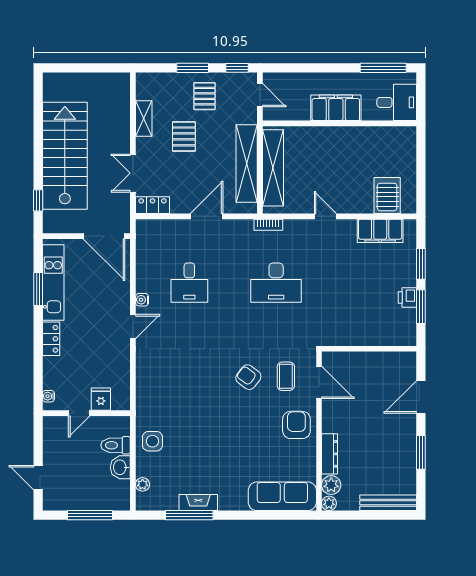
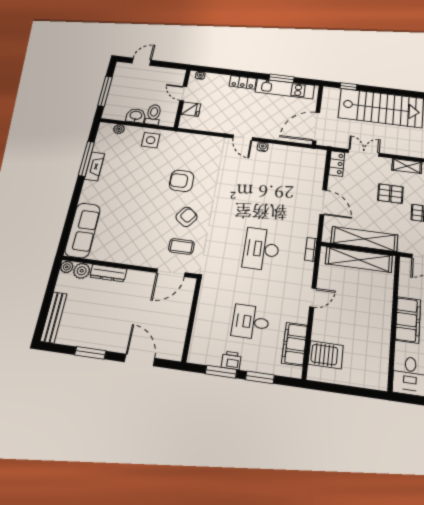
desk: (189, 283) -> (251, 322), moved
armchair: (296, 425) -> (182, 181), moved, turned 180

